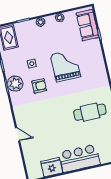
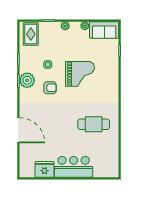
sofa: (88, 25) -> (104, 30), moved, turned -90
grand piano: (65, 66) -> (80, 74), turned 90
door: (18, 134) -> (18, 130), width x1.87

